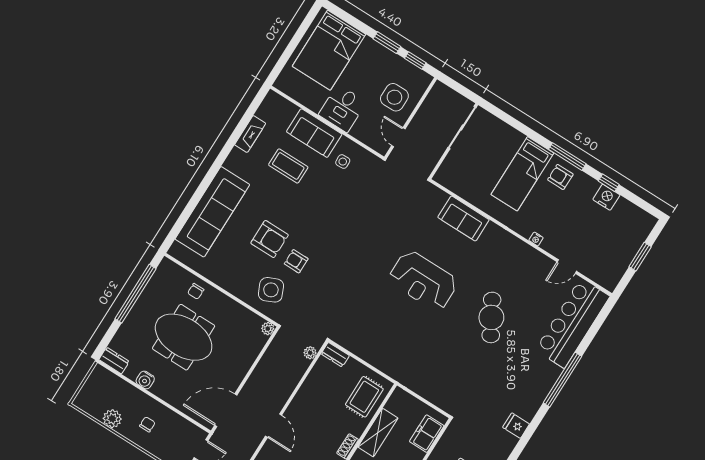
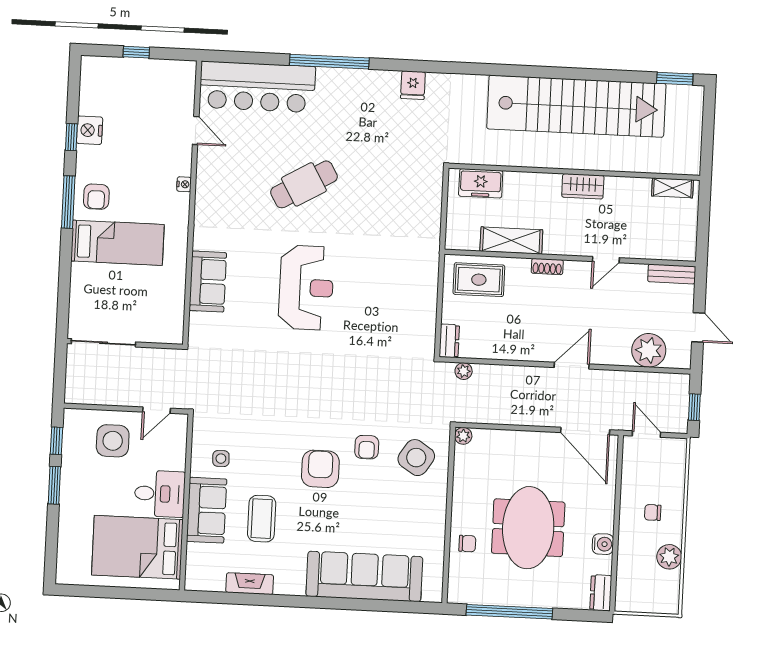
bed: (329, 50) -> (137, 547), moved, turned 180
armchair: (270, 239) -> (320, 469), moved
window: (640, 257) -> (136, 52), width x0.67
side table: (271, 290) -> (416, 458), turned -33

